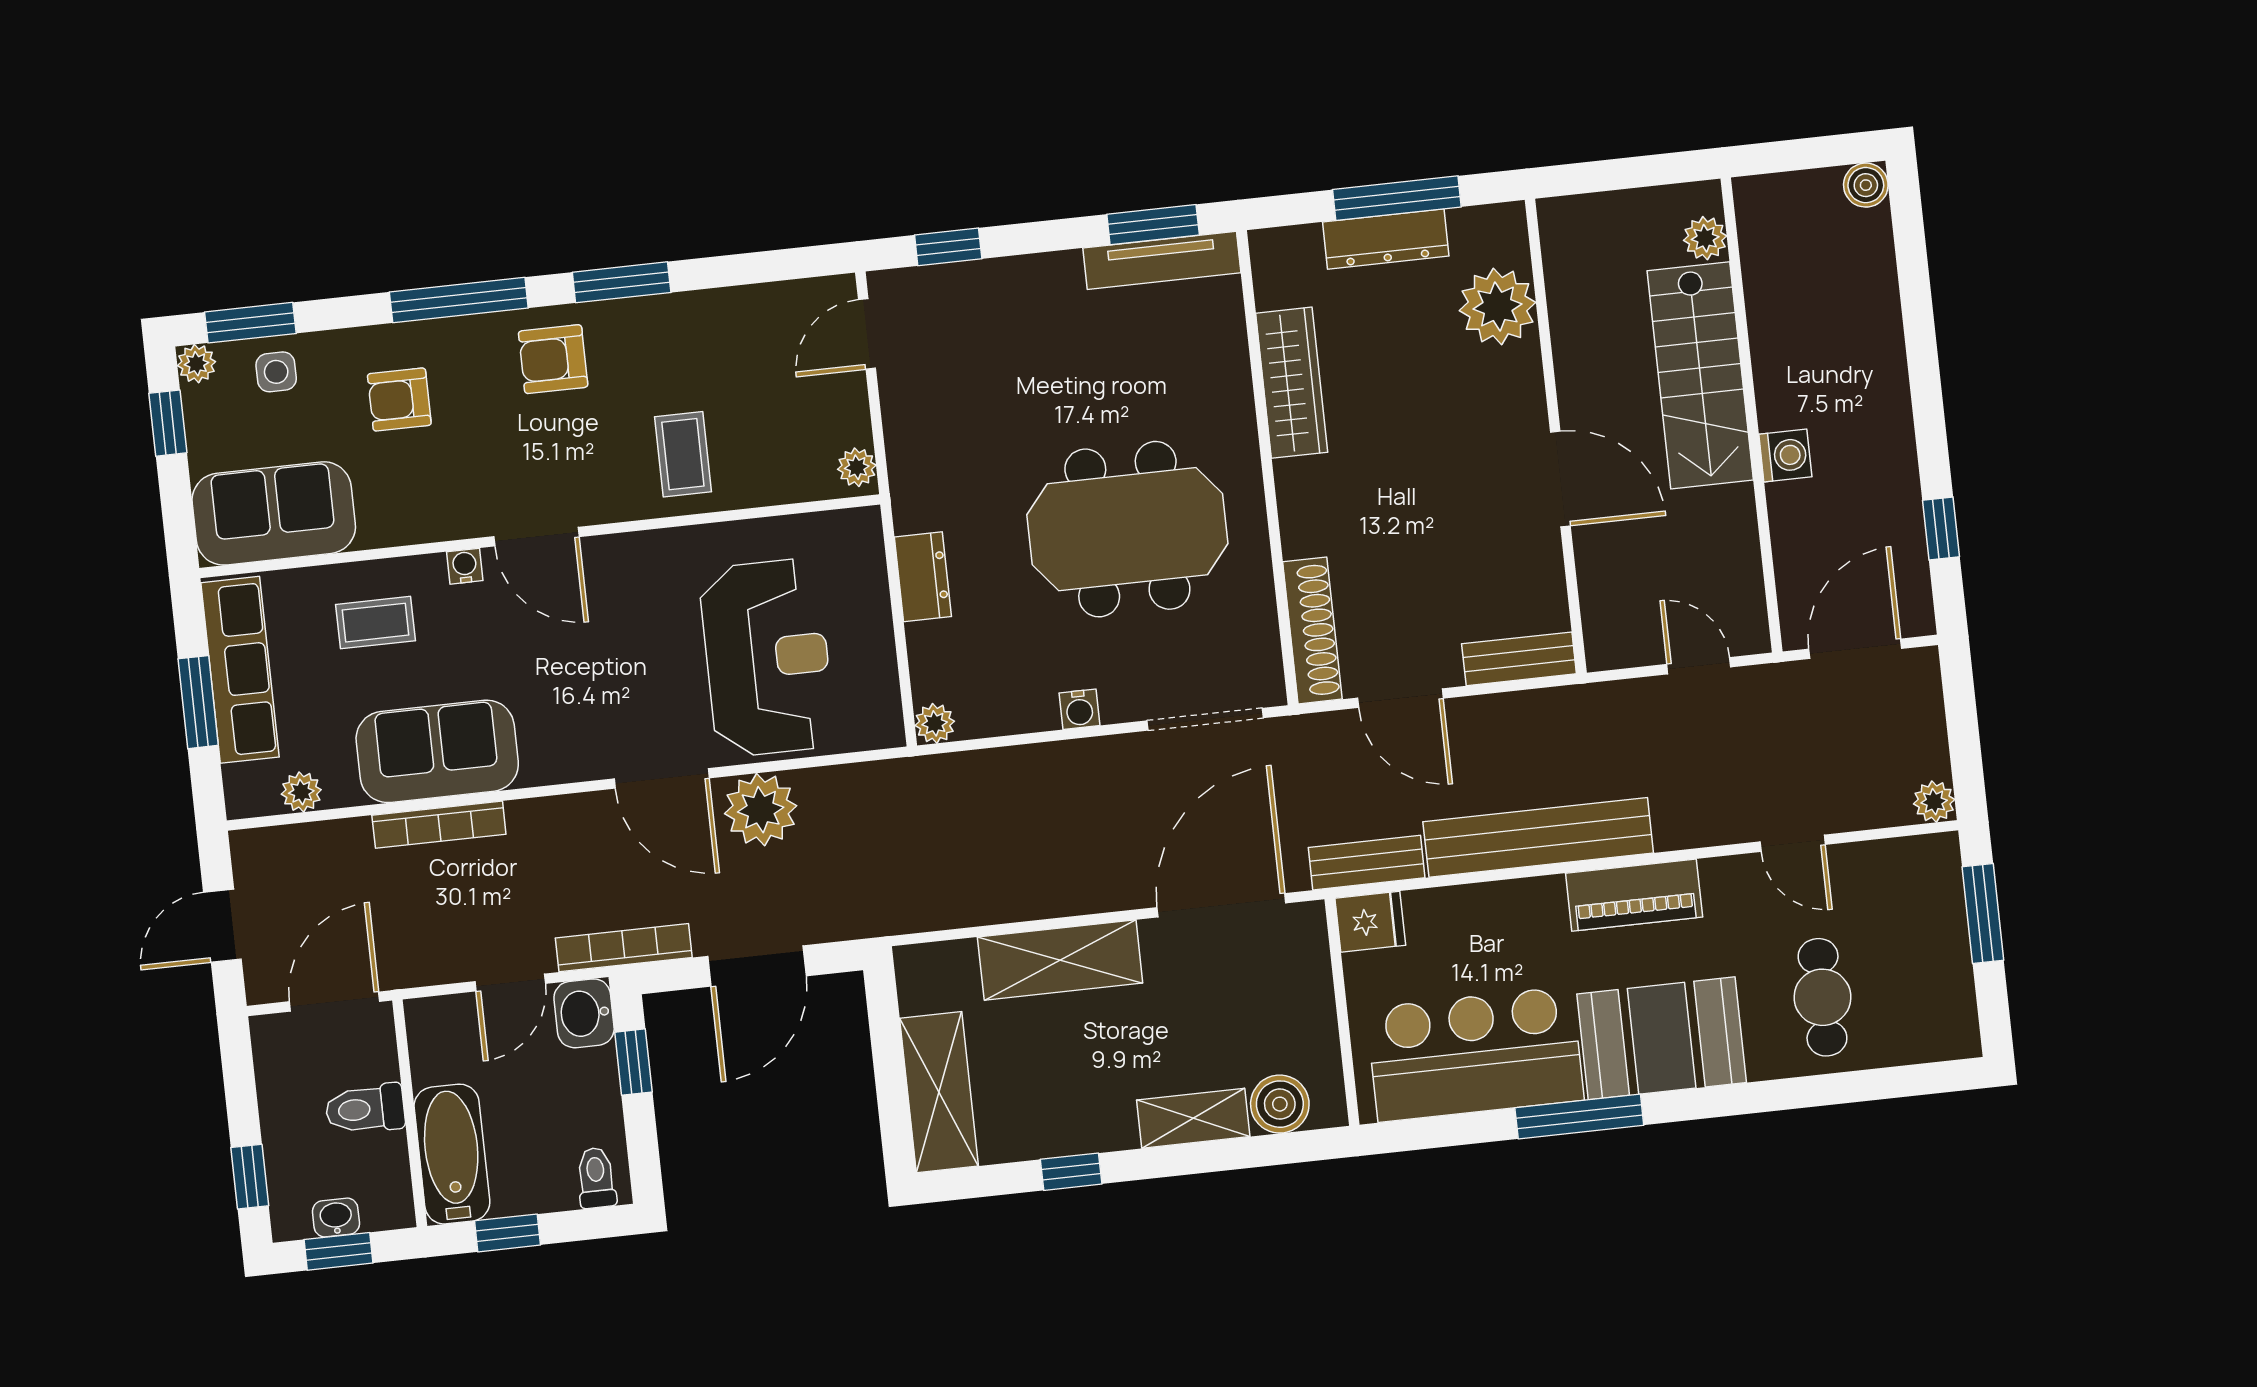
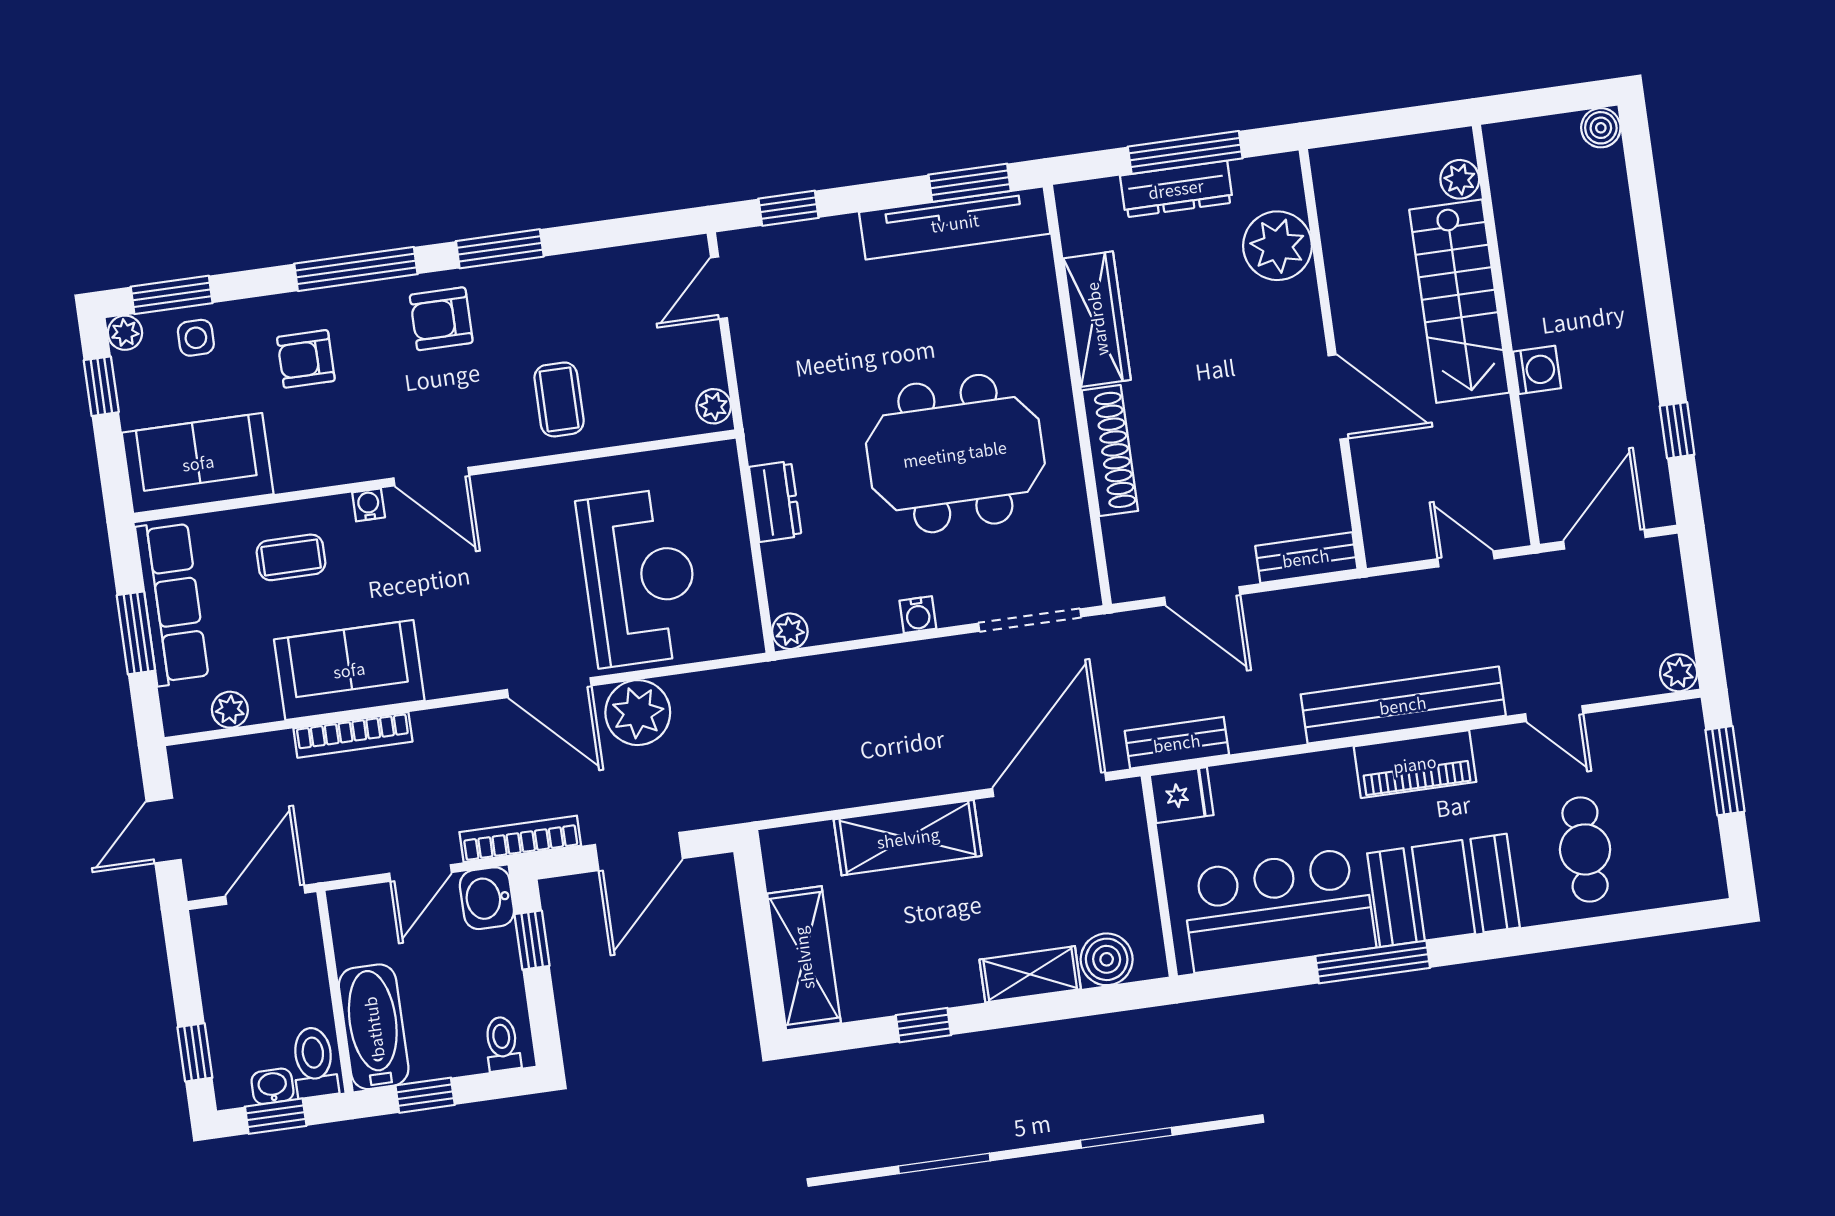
tv unit: (1162, 260) -> (955, 223), width x1.36, depth x1.29
shoe rack: (1312, 630) -> (1110, 451), moved
bench: (1538, 837) -> (1403, 705), moved
toilet: (365, 1109) -> (314, 1062), moved, turned 90

